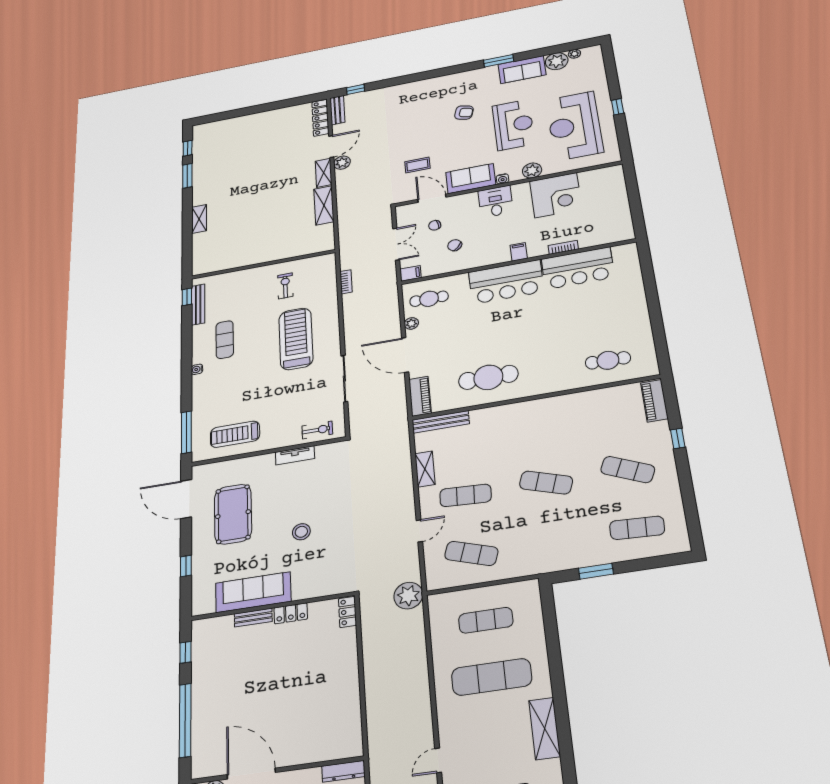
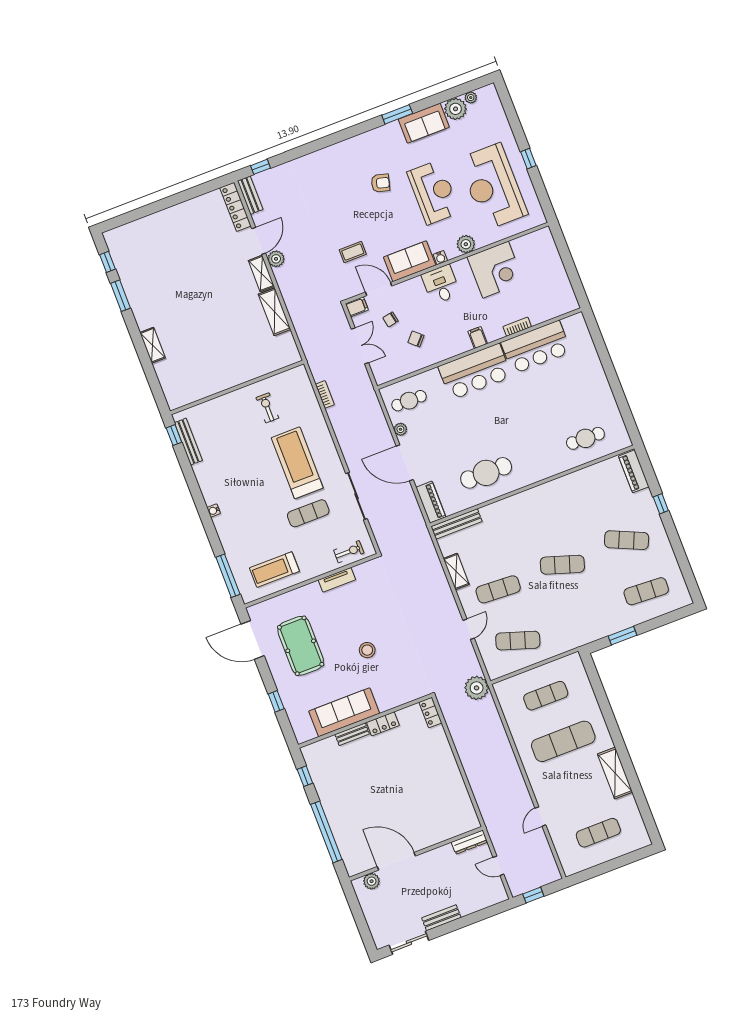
filing cabinet: (410, 273) -> (357, 307), moved
exercise mat: (225, 340) -> (308, 513), moved, turned 90

